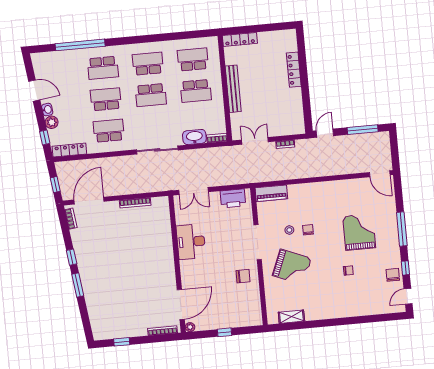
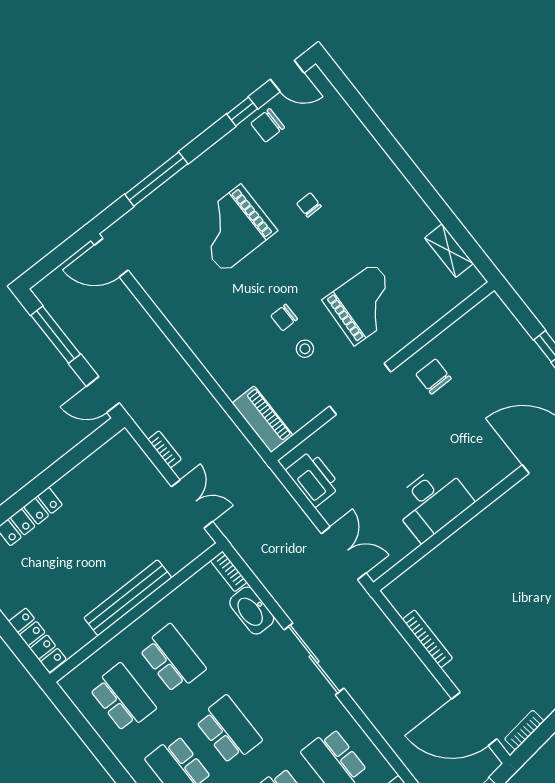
school desk: (193, 59) -> (123, 698), turned 180
double door: (255, 141) -> (192, 504), swing flipped
door: (380, 174) -> (111, 258), swing flipped
window: (402, 229) -> (156, 179), moved
grand piano: (292, 267) -> (364, 304), turned 71

